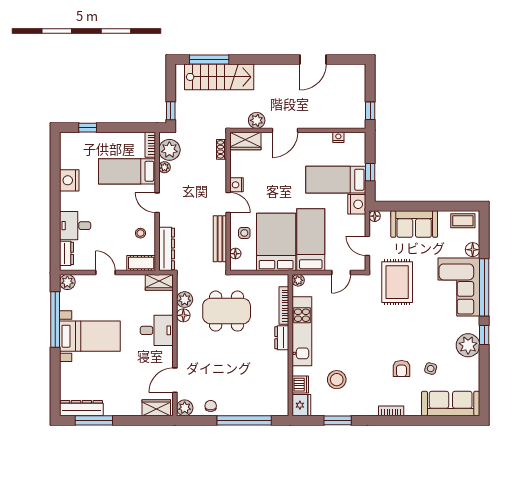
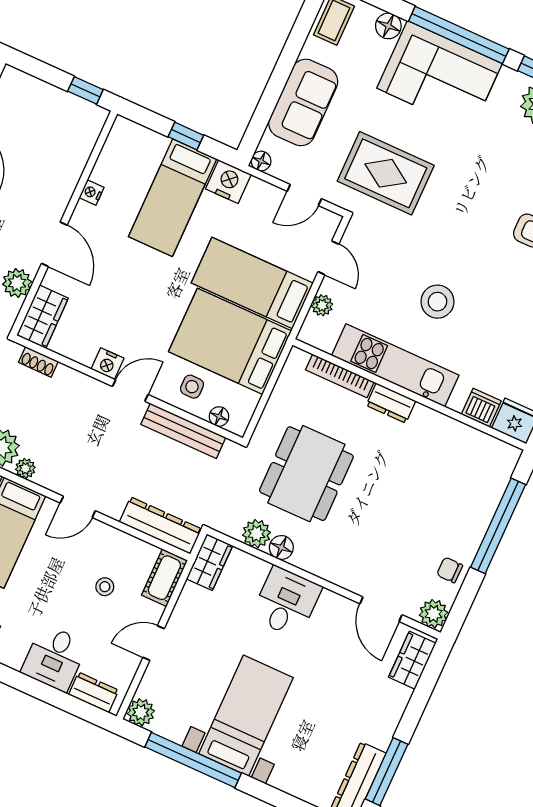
nightstand: (338, 137) -> (91, 193), moved
stool: (140, 233) -> (105, 587), moved
plant: (298, 280) -> (322, 305), moved
stool: (337, 380) -> (437, 302), moved

